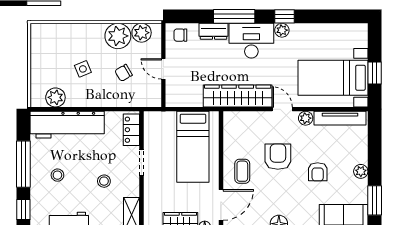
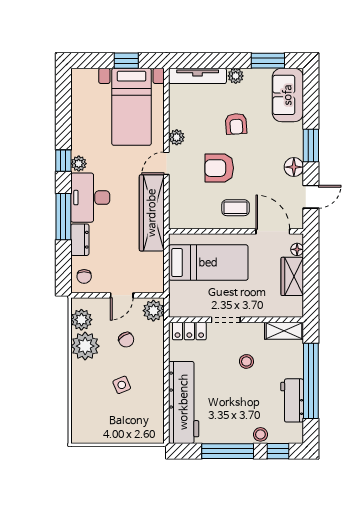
plant: (55, 97) -> (153, 311), moved
tv unit: (340, 118) -> (198, 76), moved, turned 90
armchair: (318, 172) -> (236, 124), turned 86
stool: (57, 175) -> (260, 434), moved

